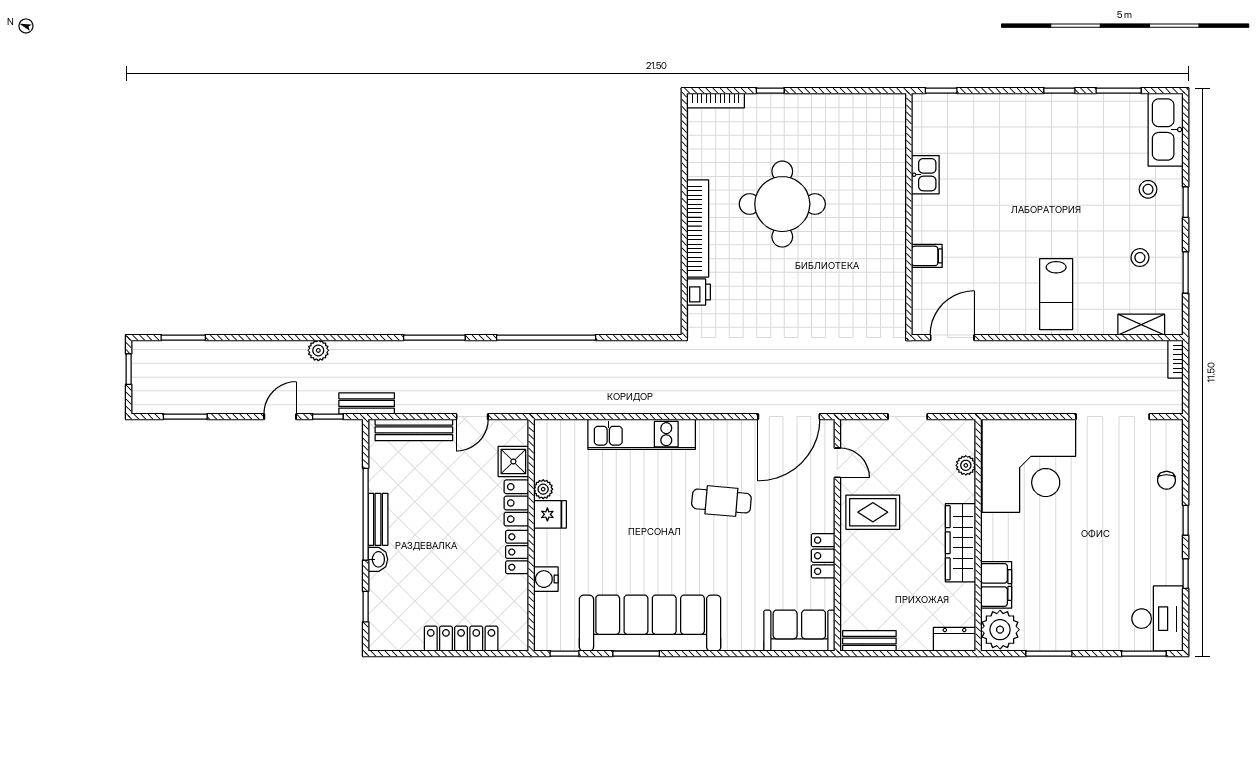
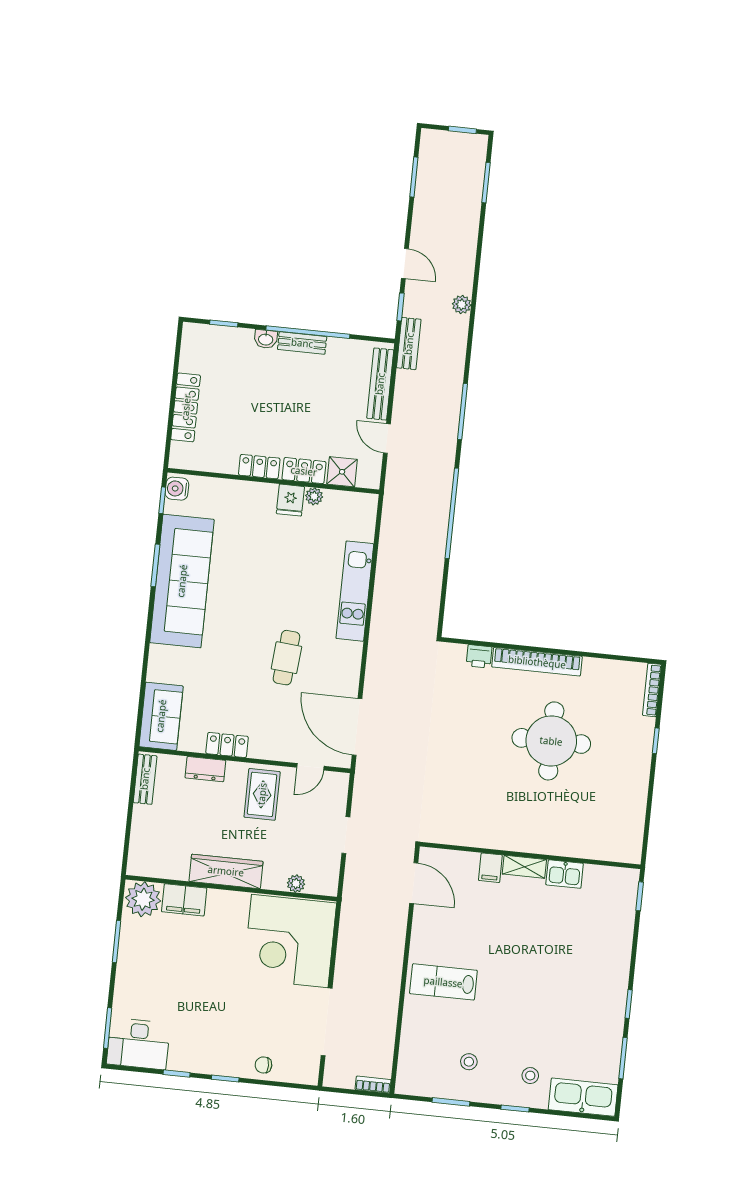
shelving: (1141, 325) -> (524, 867), moved, turned 90
water cooler: (546, 579) -> (177, 489), moved, turned -90
dresser: (955, 639) -> (205, 769), moved, turned 90

